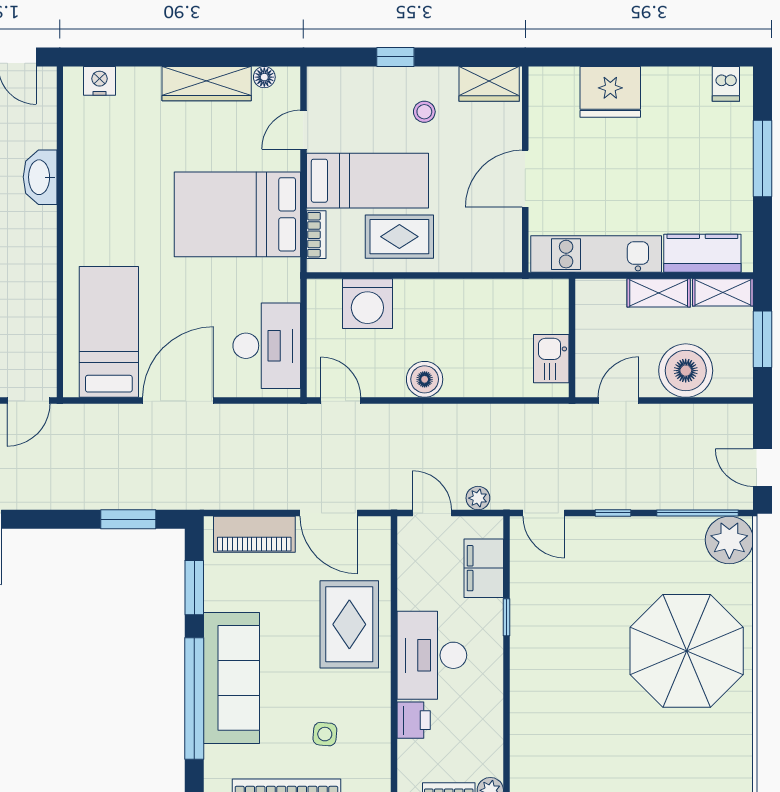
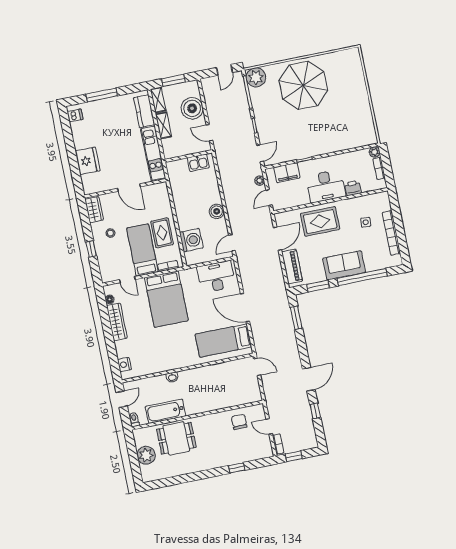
washbasin: (40, 177) -> (172, 377), width x0.52, depth x0.69
sofa: (231, 678) -> (344, 265), width x0.73

